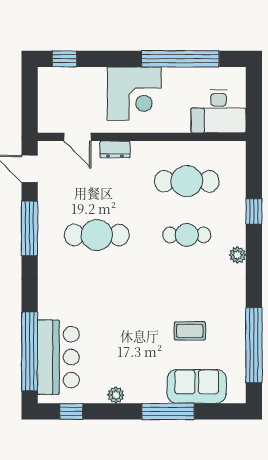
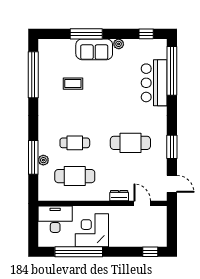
corner desk: (134, 94) -> (92, 230), moved
window: (254, 211) -> (33, 157), width x2.17
window: (30, 228) -> (172, 147), width x0.69
plant: (238, 255) -> (43, 160), moved
bar counter: (58, 357) -> (154, 83), moved
sofa: (197, 386) -> (94, 49), moved

